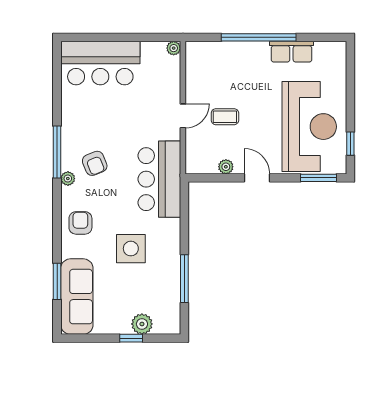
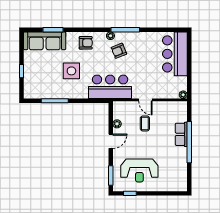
row of seats: (291, 52) -> (181, 134), moved
reception desk: (309, 127) -> (139, 170), width x0.74, depth x0.77
plant: (142, 324) -> (29, 77), removed

